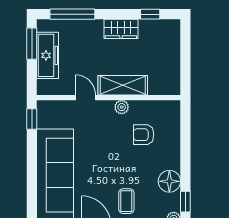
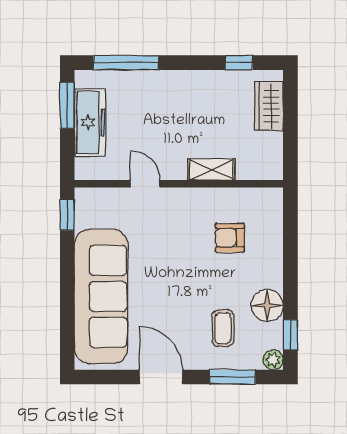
wardrobe: (121, 29) -> (269, 106), moved, turned 90
shelving: (123, 85) -> (211, 169), width x0.67, depth x0.75
plant: (122, 107) -> (198, 198), removed
coffee table: (126, 201) -> (223, 328), moved

